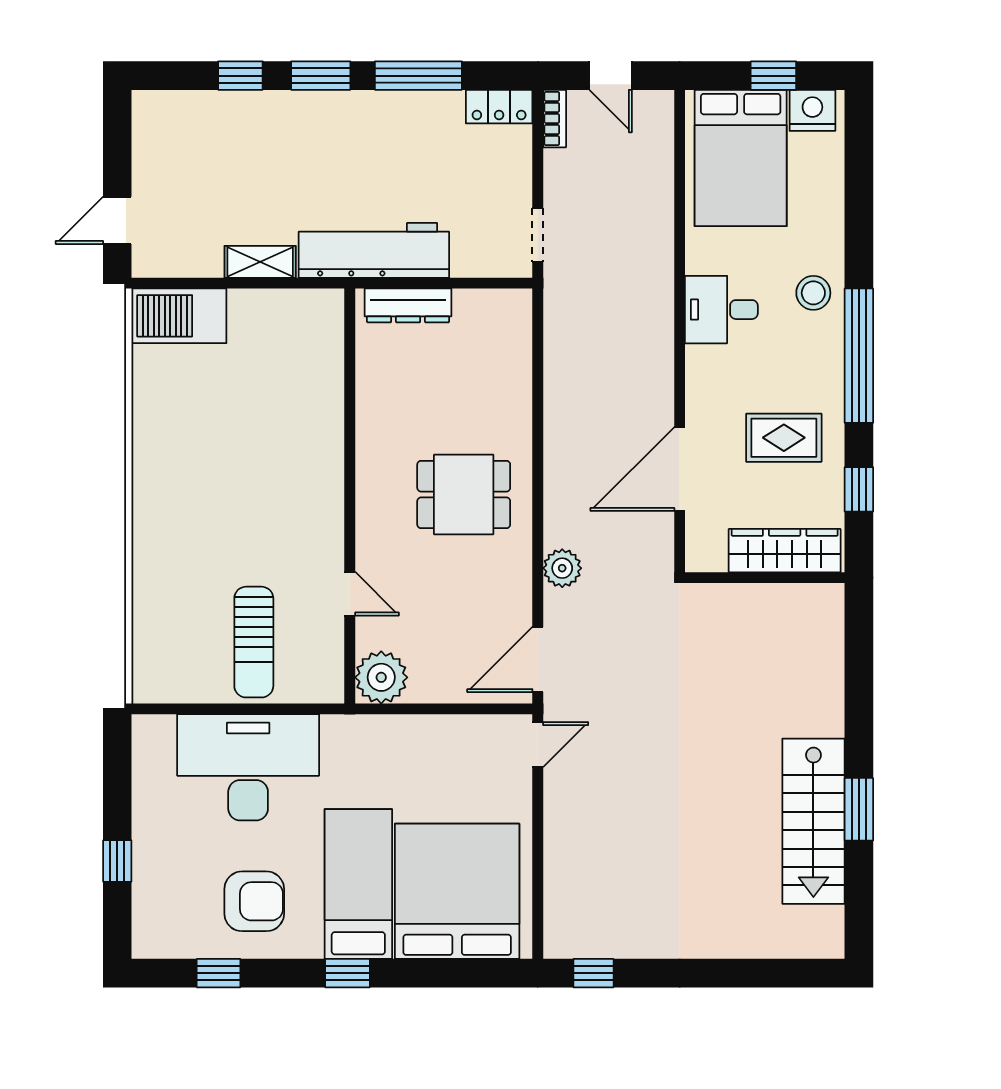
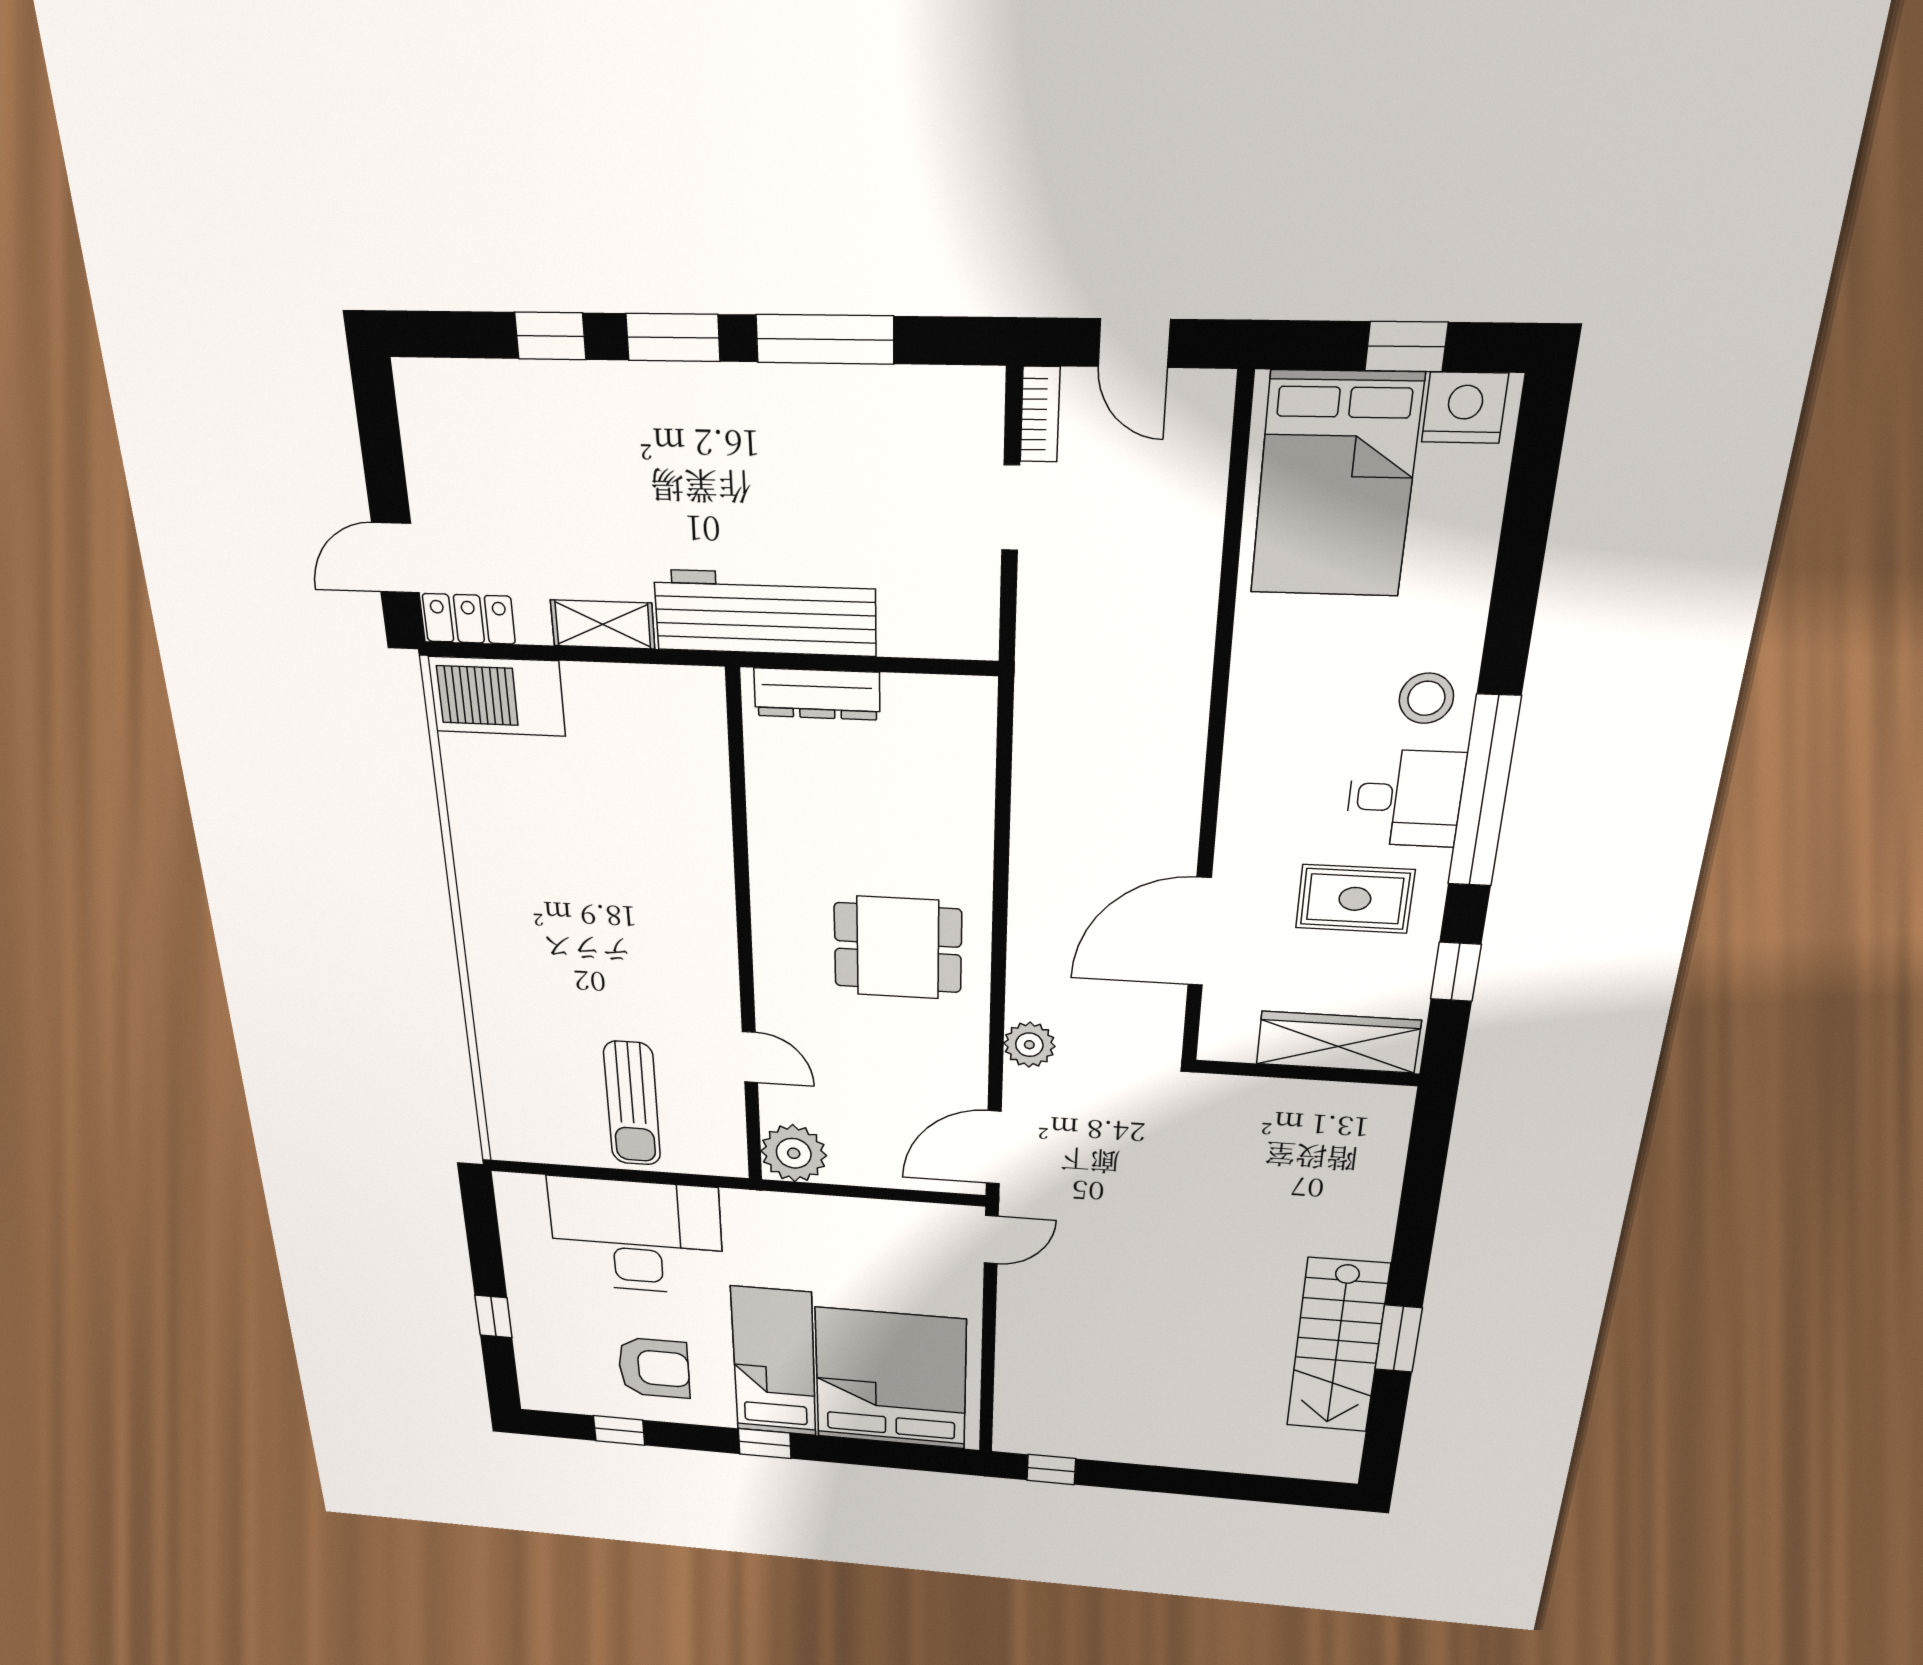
locker: (499, 107) -> (469, 619), moved, turned 180
doorway: (538, 235) -> (1011, 508), moved
desk: (721, 310) -> (1405, 798), moved, turned 180

